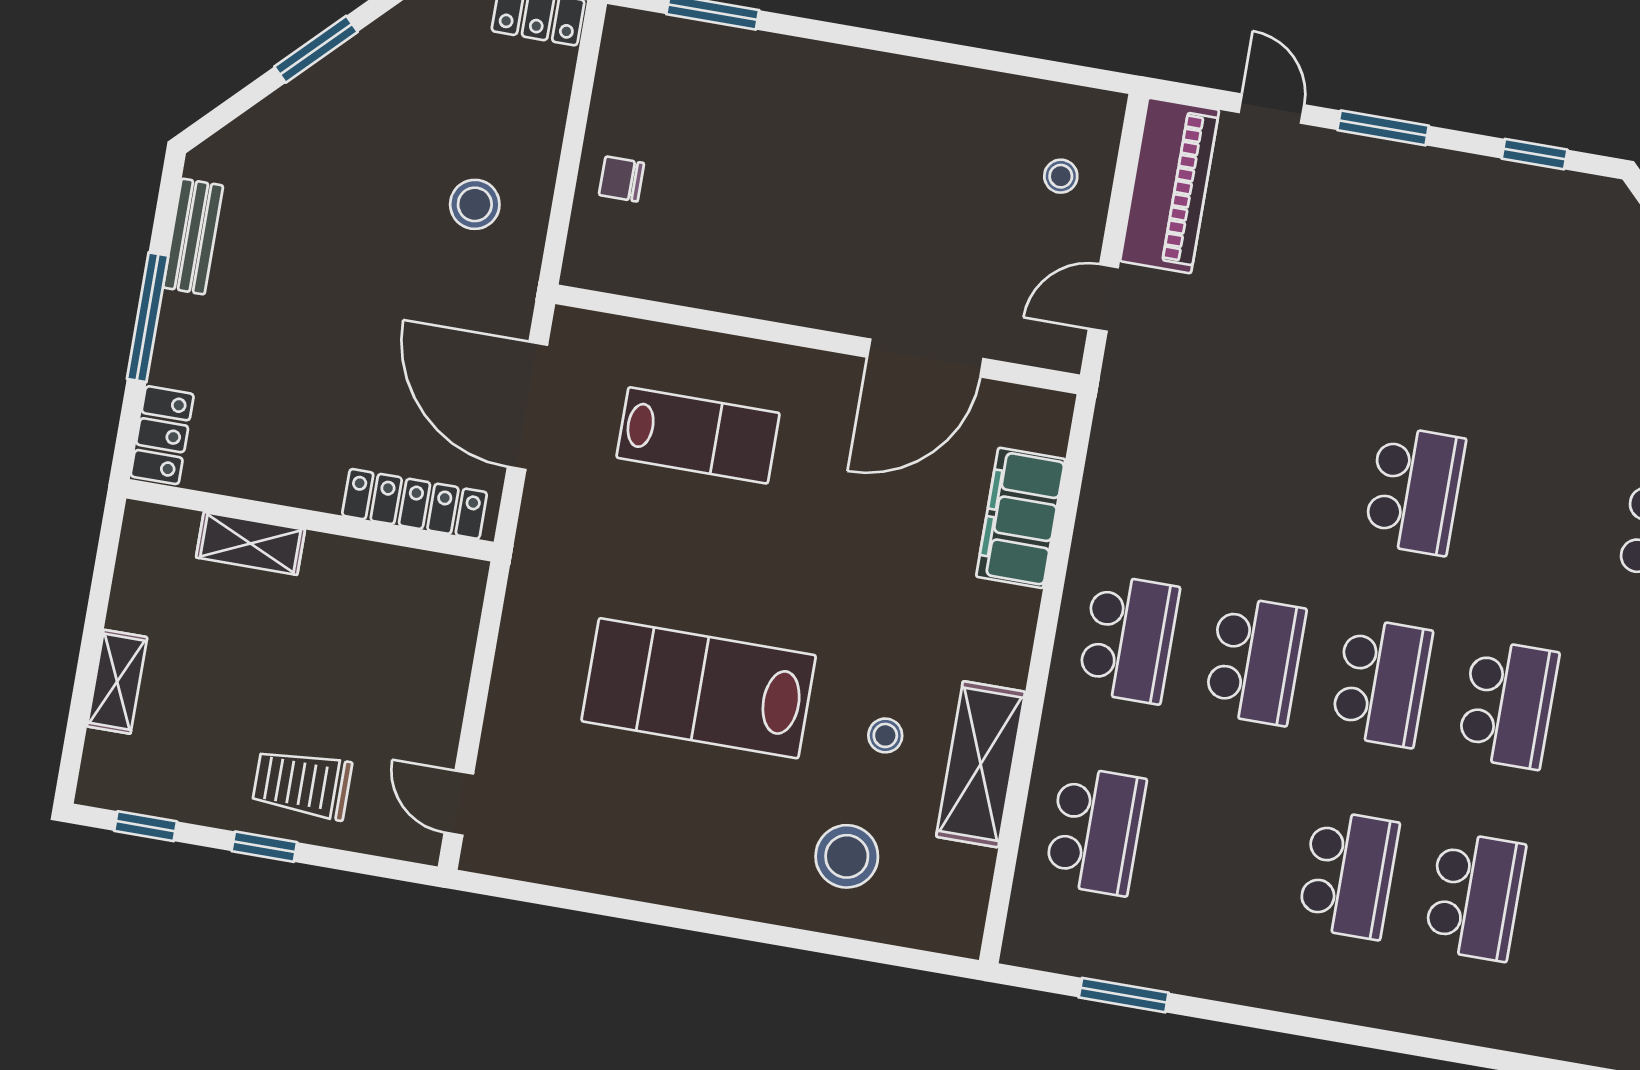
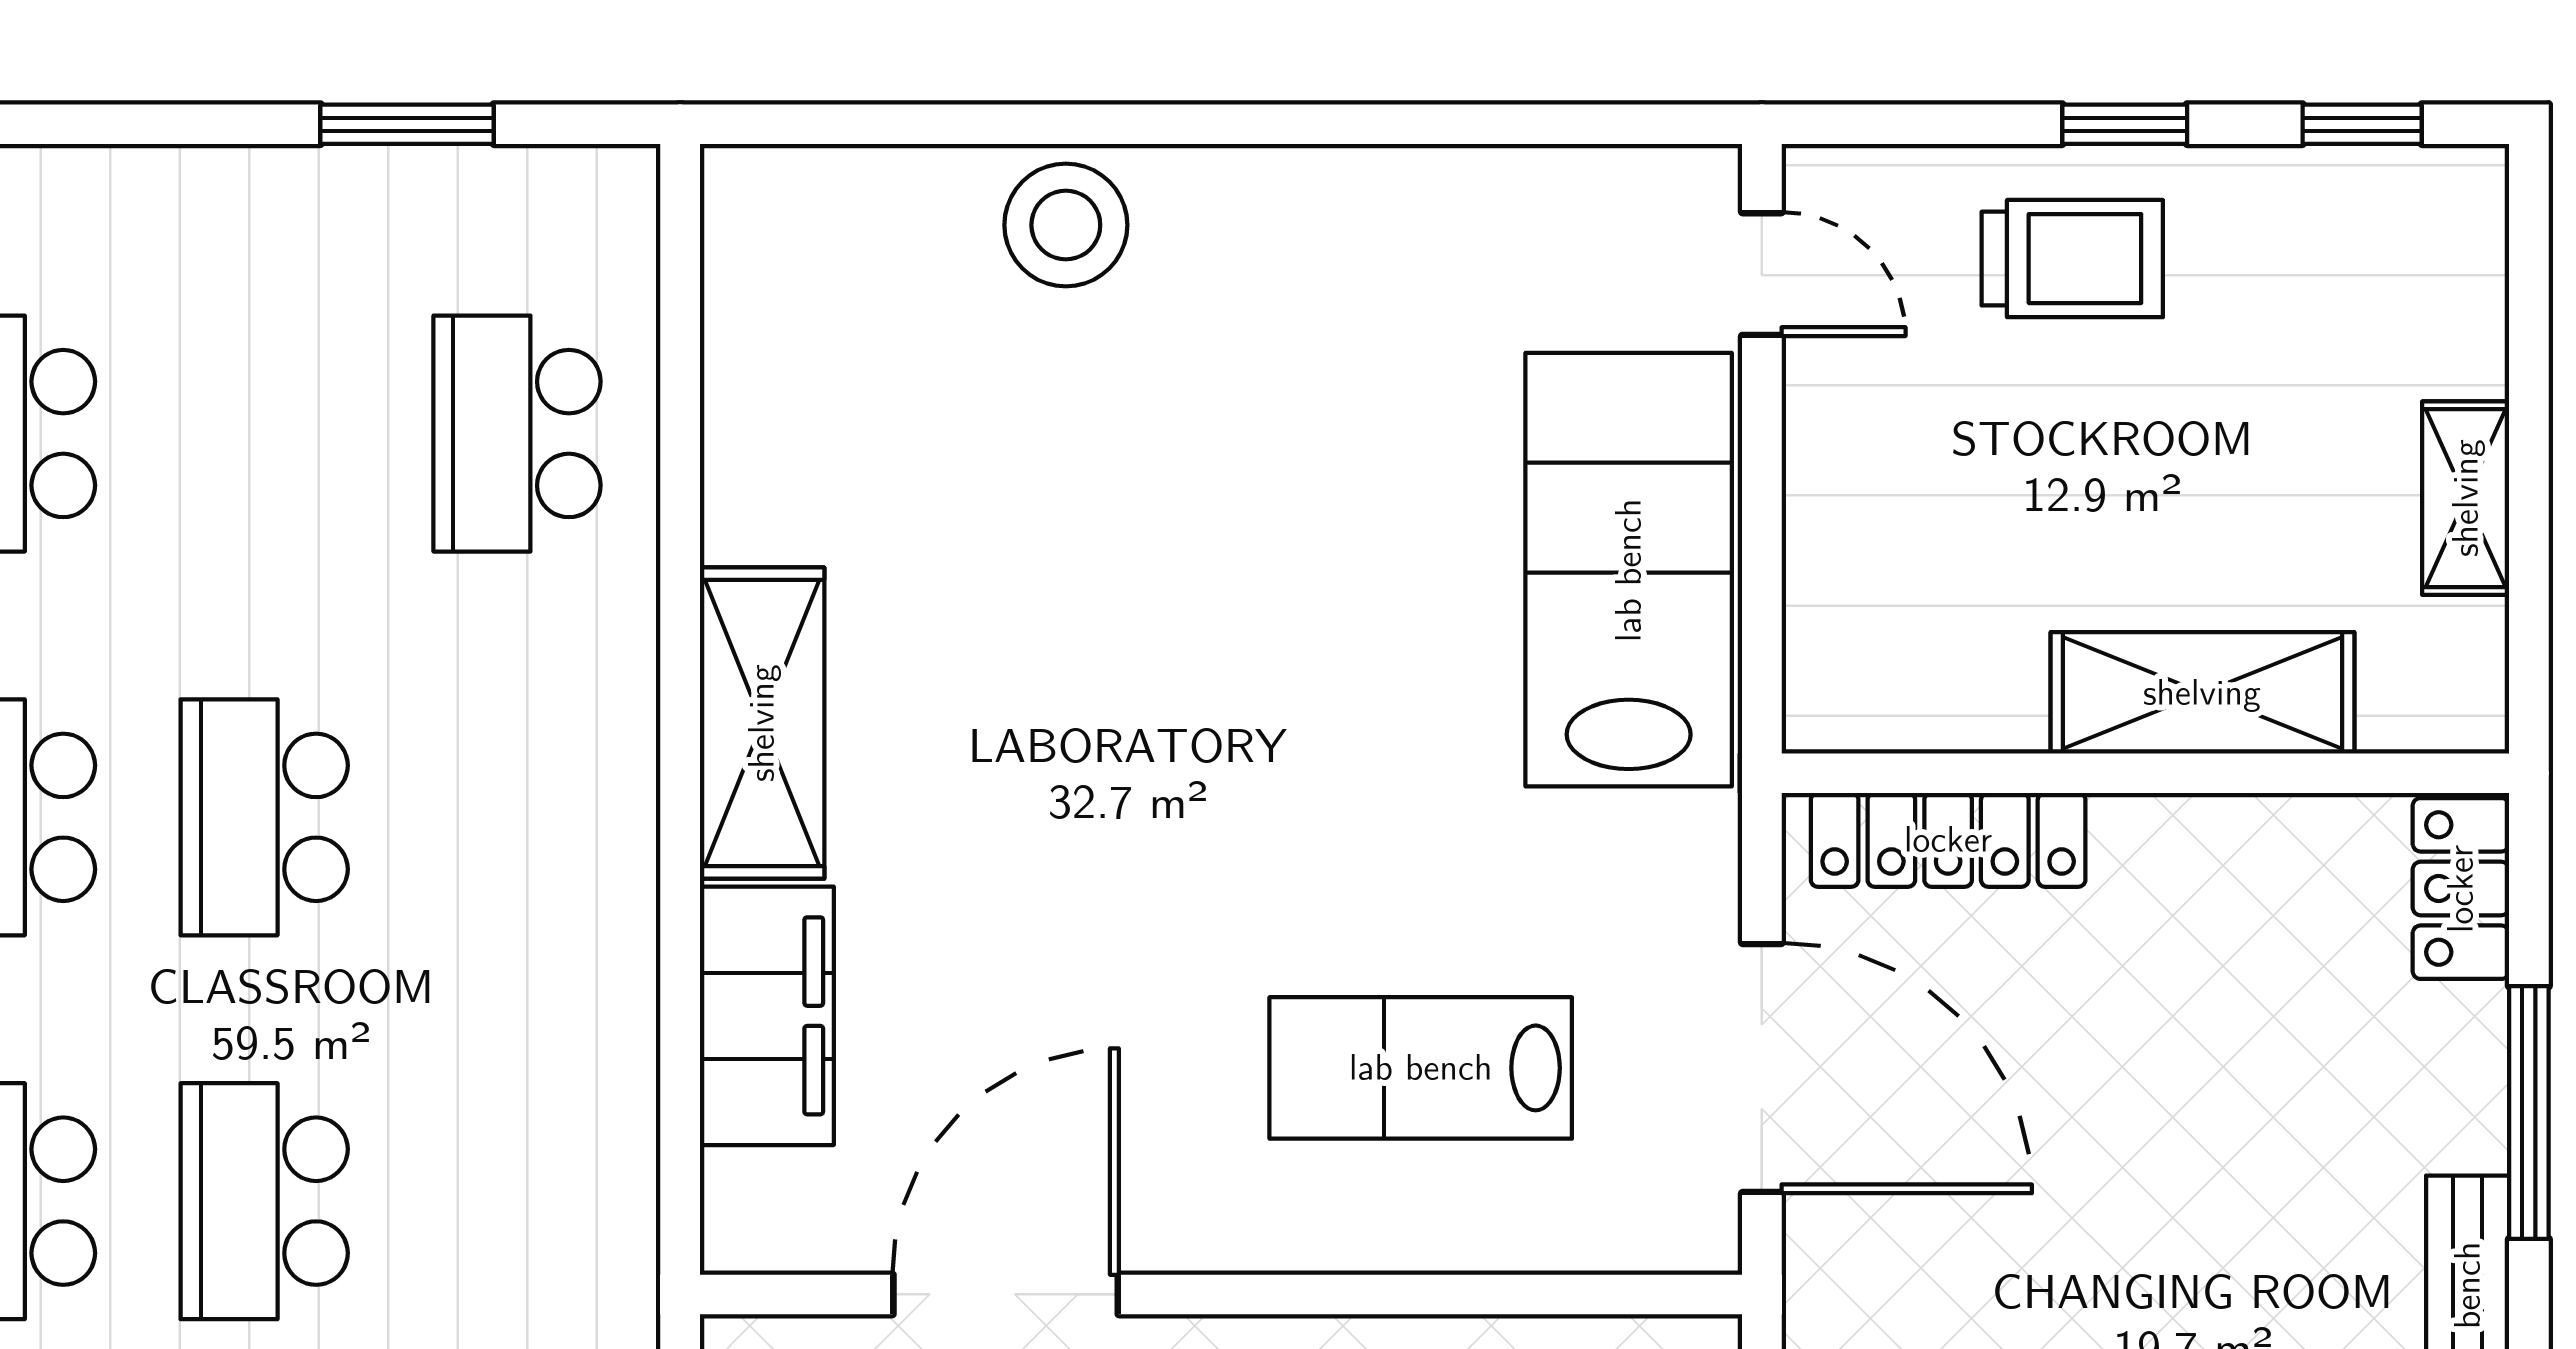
shelving: (251, 543) -> (2202, 693), width x1.50, depth x1.33
school desk: (1129, 639) -> (264, 1201), moved
shelving: (117, 682) -> (2466, 498), moved
lab bench: (699, 688) -> (1629, 570), moved, turned -90
stool: (885, 735) -> (957, 548), removed
shelving: (981, 764) -> (762, 723), moved
stool: (847, 856) -> (1066, 225), moved

